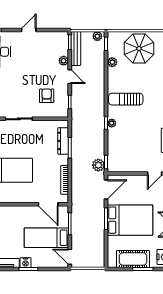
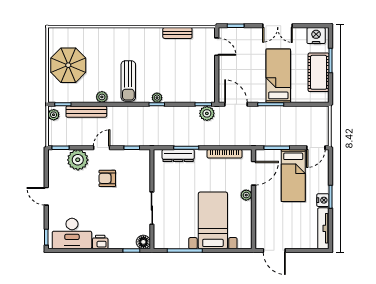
bench: (76, 48) -> (86, 112), moved
plant: (64, 61) -> (78, 160), width x1.88, depth x1.88
plant: (112, 62) -> (102, 97), moved
armchair: (47, 96) -> (107, 178), moved
plant: (30, 198) -> (246, 195), added
bed: (130, 220) -> (278, 76), width x0.67

